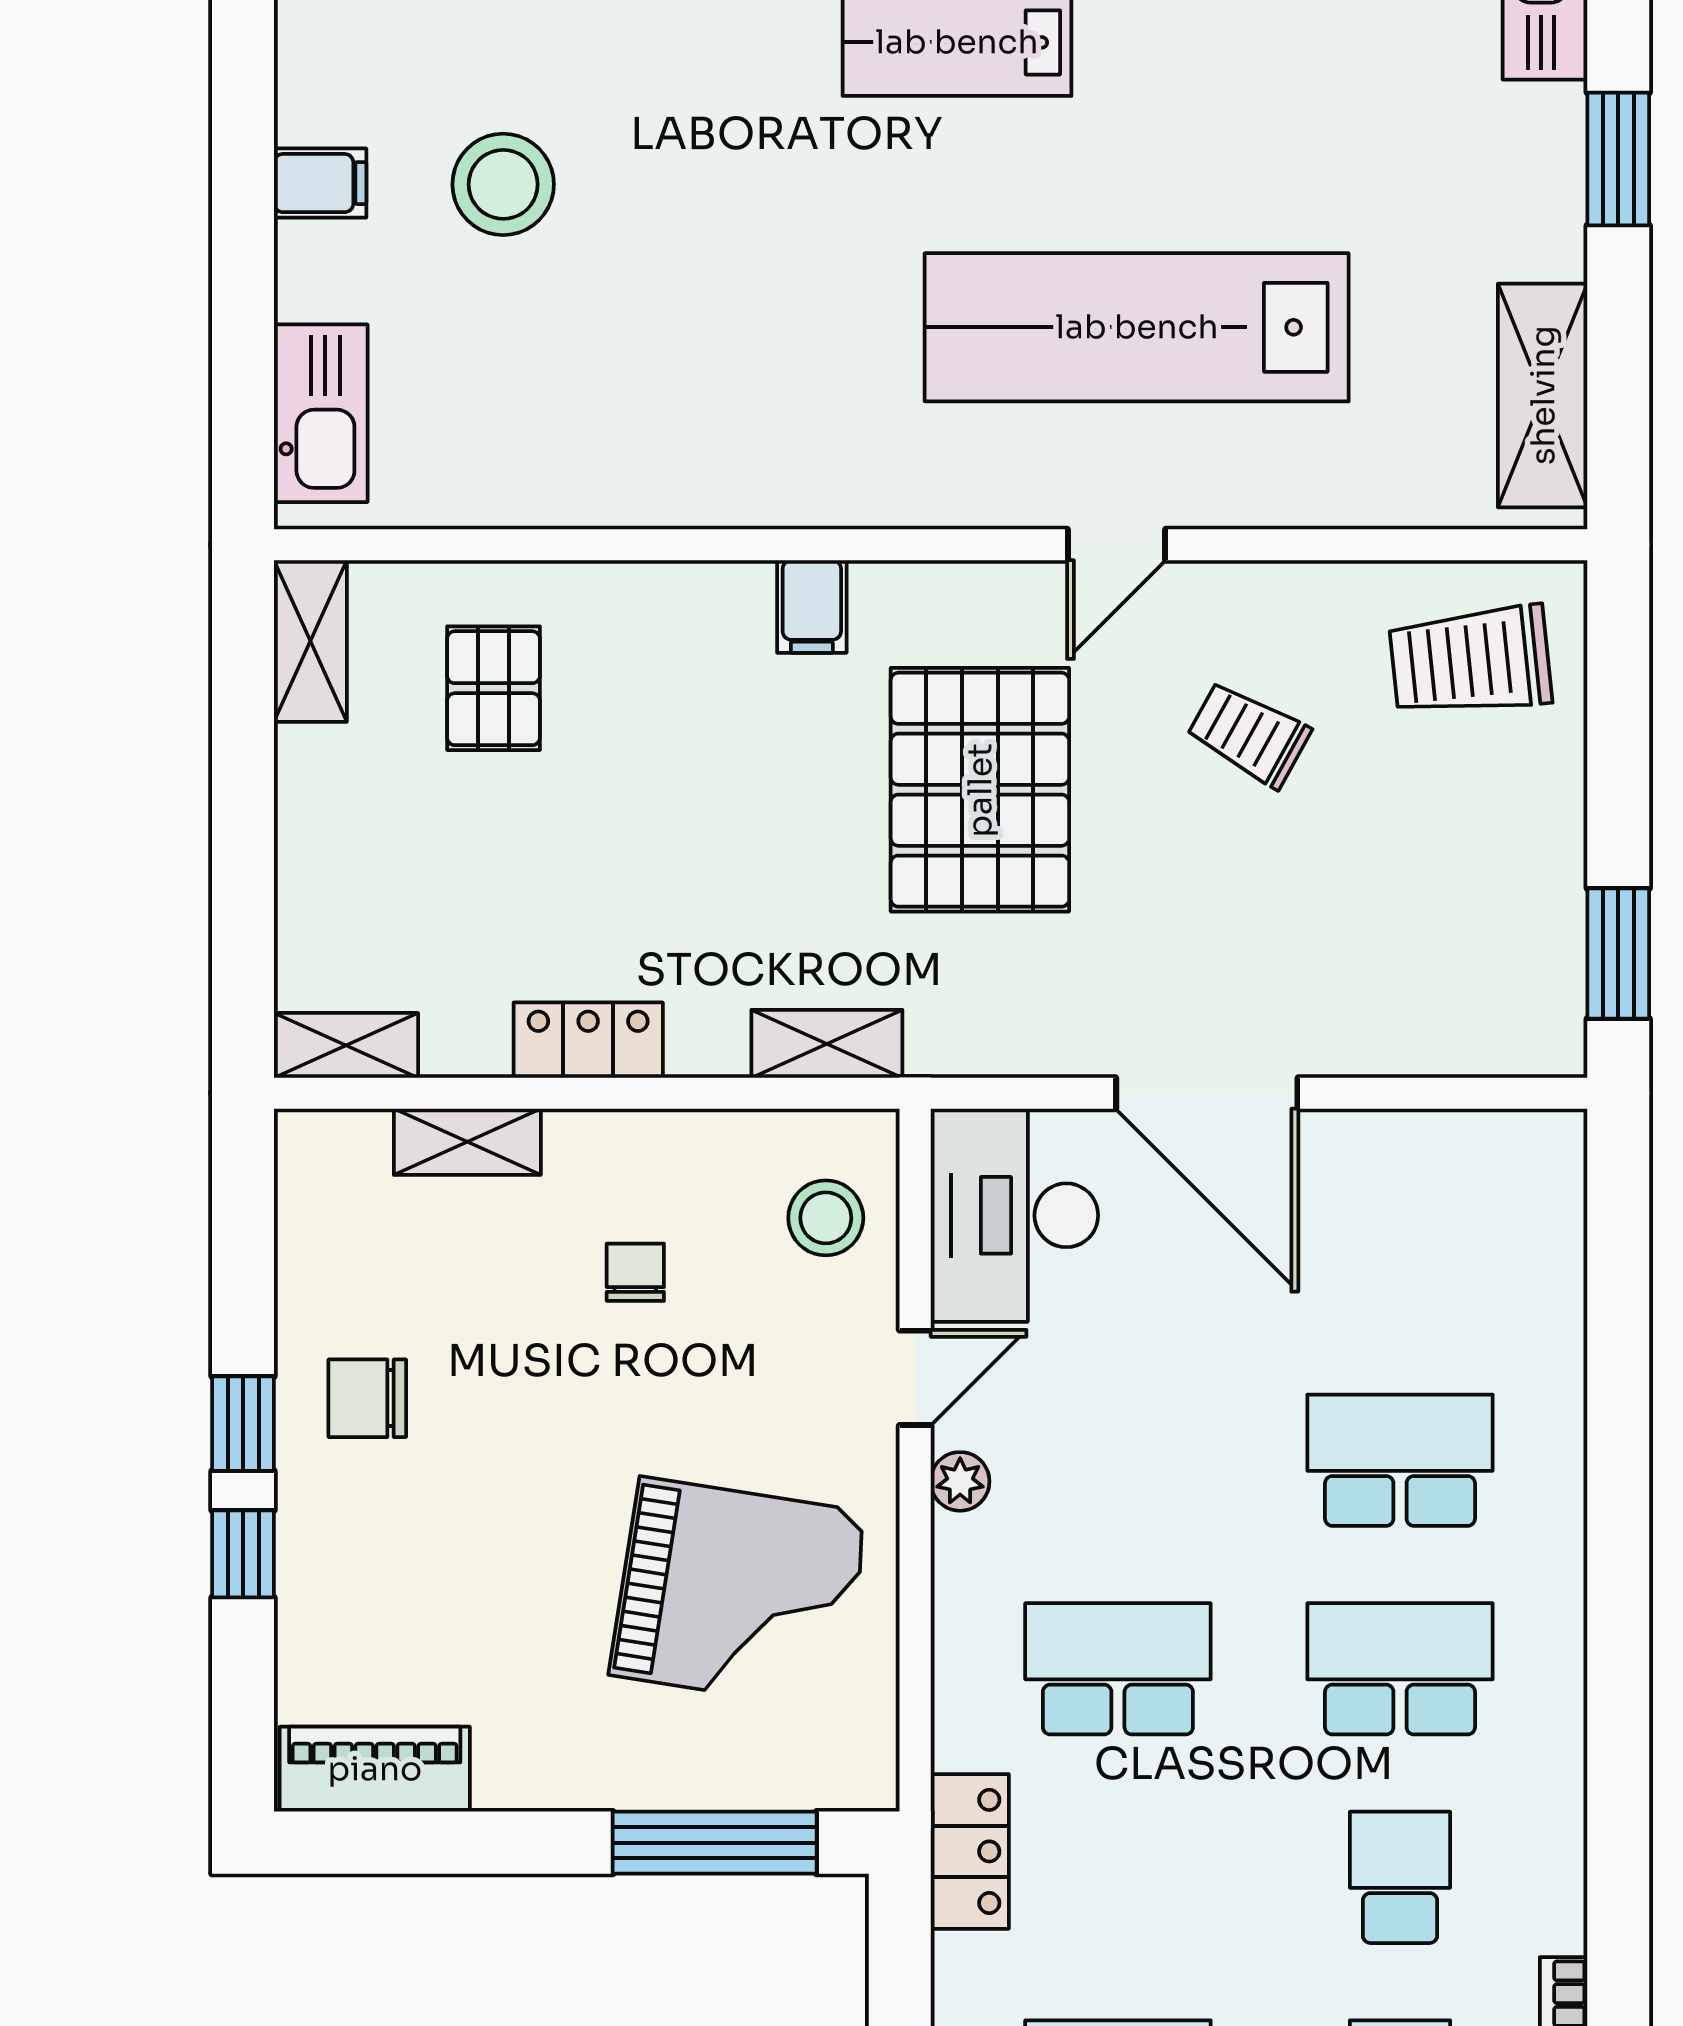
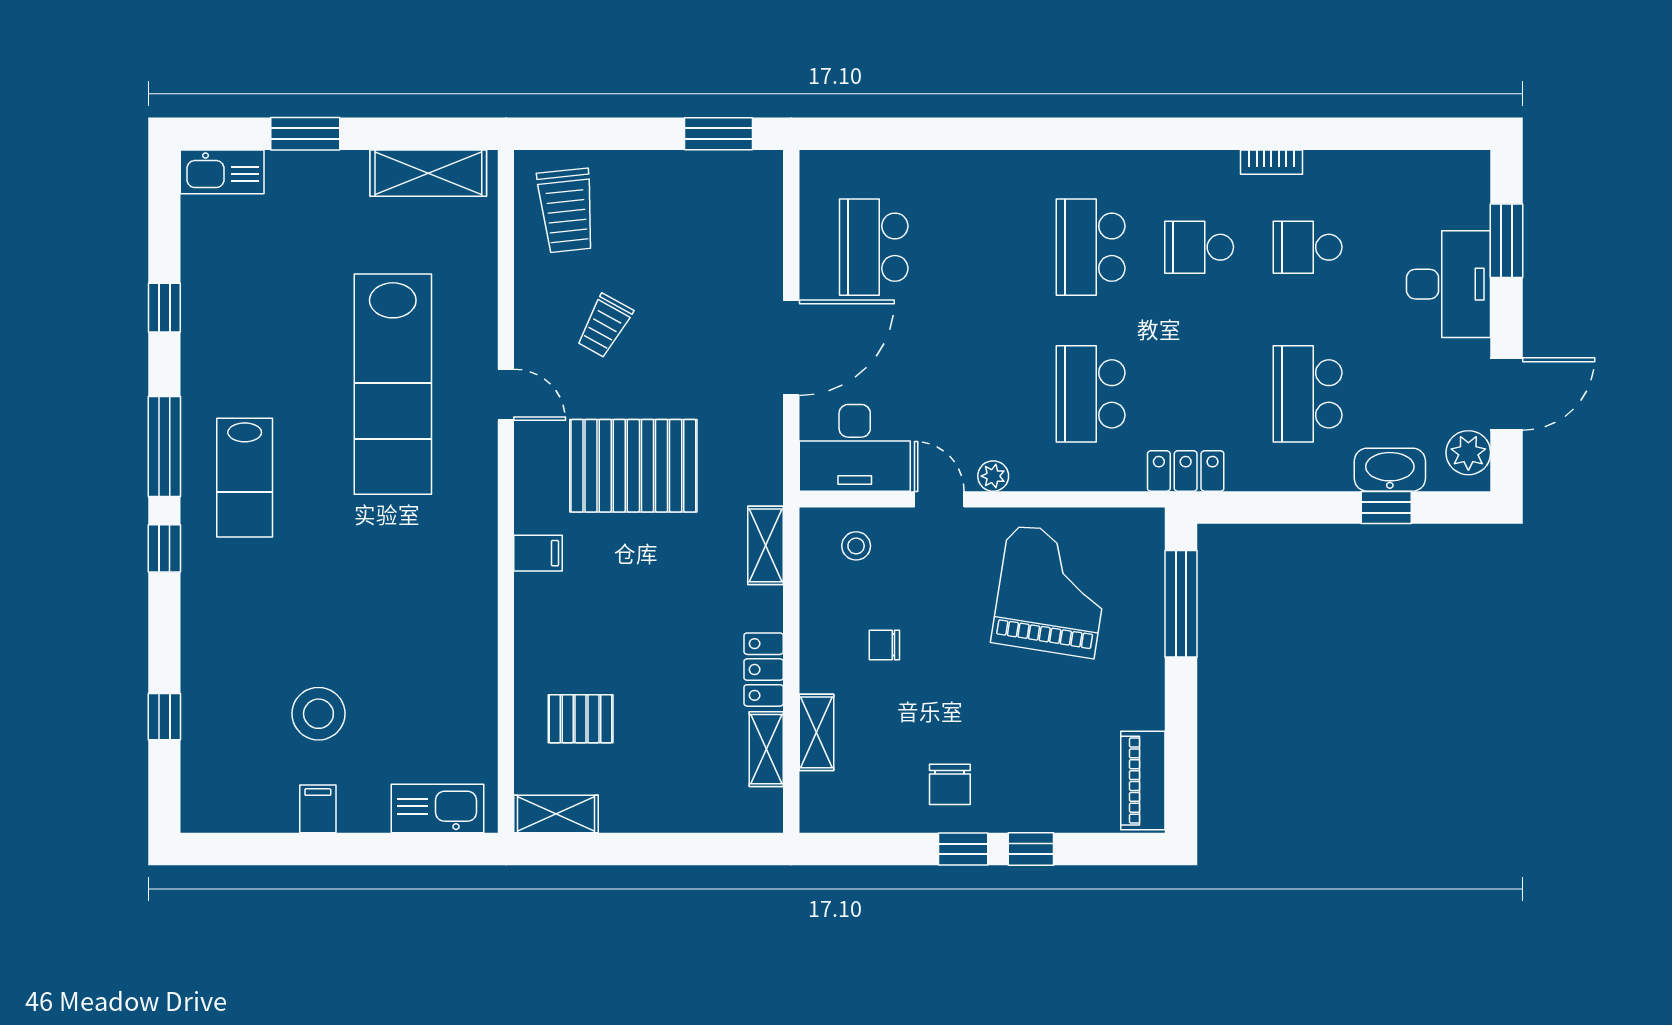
shelving: (346, 1045) -> (766, 749), moved
stool: (826, 1218) -> (856, 546), width x0.73, depth x0.73
school desk: (1400, 1460) -> (874, 247), moved

